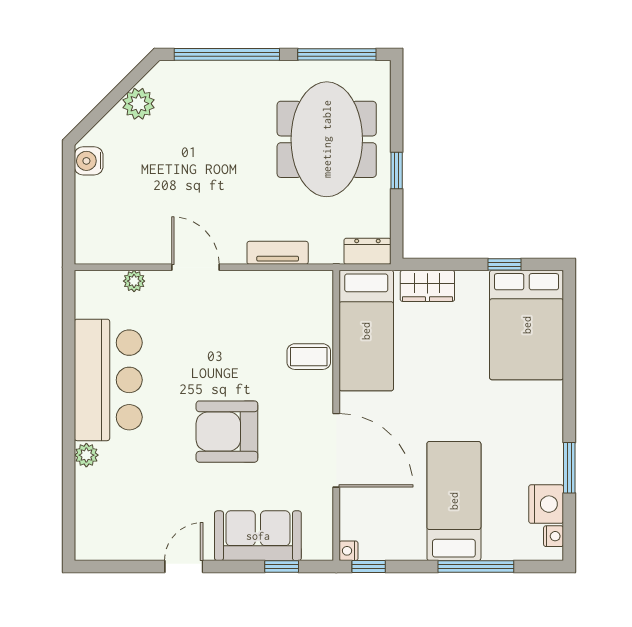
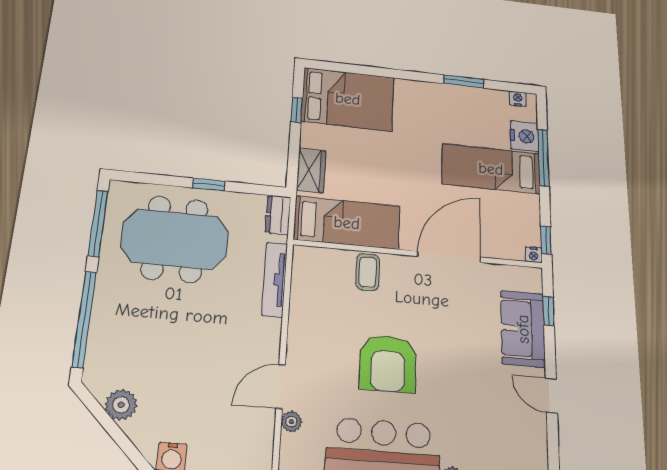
tv unit: (278, 253) -> (275, 279), width x1.41
door: (195, 267) -> (281, 386), moved
armchair: (227, 432) -> (388, 363), moved
nightstand: (546, 504) -> (524, 136), moved, turned 90

